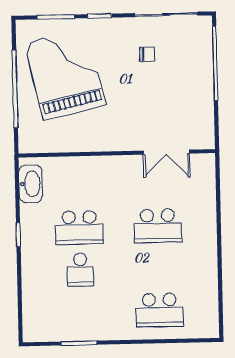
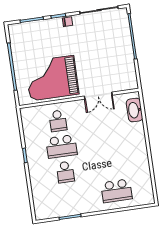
chair: (147, 54) -> (68, 22), moved
grand piano: (65, 74) -> (52, 78), moved, turned -77
double door: (166, 152) -> (98, 96), moved
washbasin: (31, 184) -> (135, 110), moved, turned 180
school desk: (158, 226) -> (58, 121), moved, width x0.54

